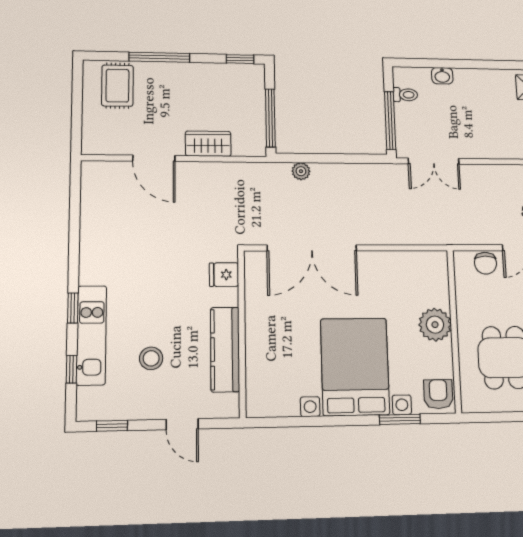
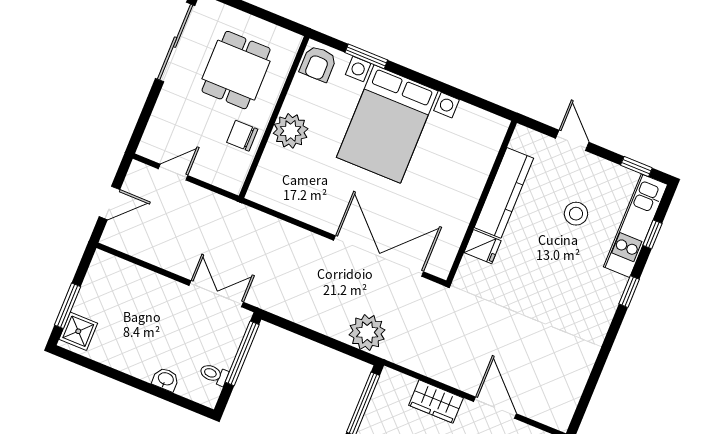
plant: (301, 171) -> (367, 332), width x1.87, depth x1.87
chair: (485, 263) -> (242, 136), moved, turned -90
fridge: (224, 275) -> (482, 247), moved
kitchen unit: (91, 335) -> (635, 226), moved

